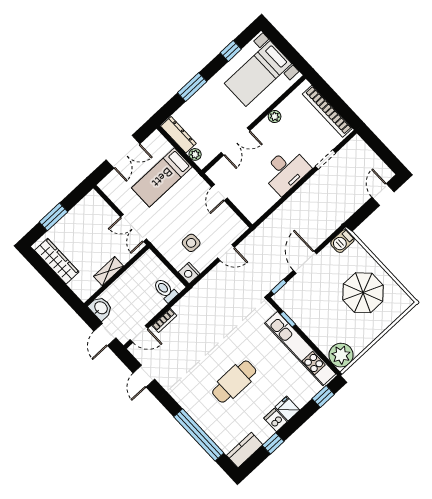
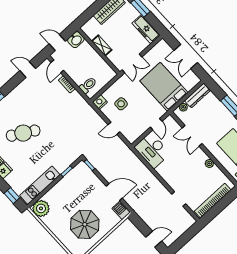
desk: (286, 171) -> (152, 150), moved
bed: (162, 177) -> (164, 87), width x1.50
door: (219, 193) -> (156, 124), swing flipped
freezer: (85, 209) -> (146, 29), added
double door: (134, 228) -> (132, 63), swing flipped
door: (226, 253) -> (114, 128), hinge flipped
door: (305, 262) -> (114, 192), moved
kitchen unit: (300, 349) -> (40, 185), width x0.73
cafe table: (234, 382) -> (23, 133), turned -60

